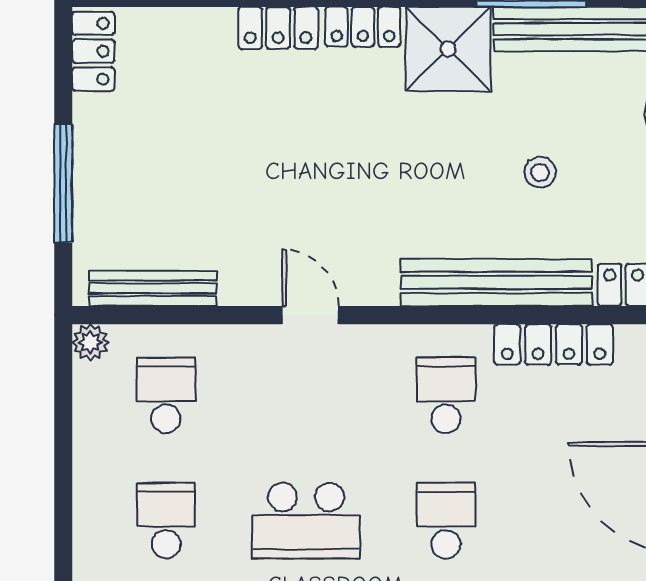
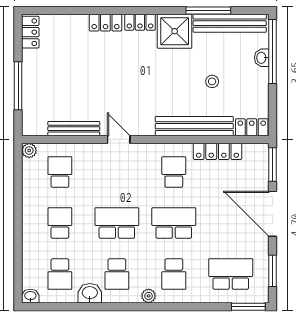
bench: (153, 288) -> (74, 129), moved
school desk: (306, 521) -> (117, 223), turned 180
school desk: (446, 521) -> (174, 223), width x1.85

